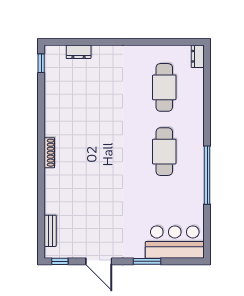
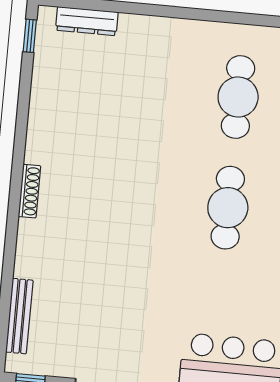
dresser: (79, 52) -> (87, 21), width x1.44
bench: (50, 231) -> (19, 316), width x1.36

